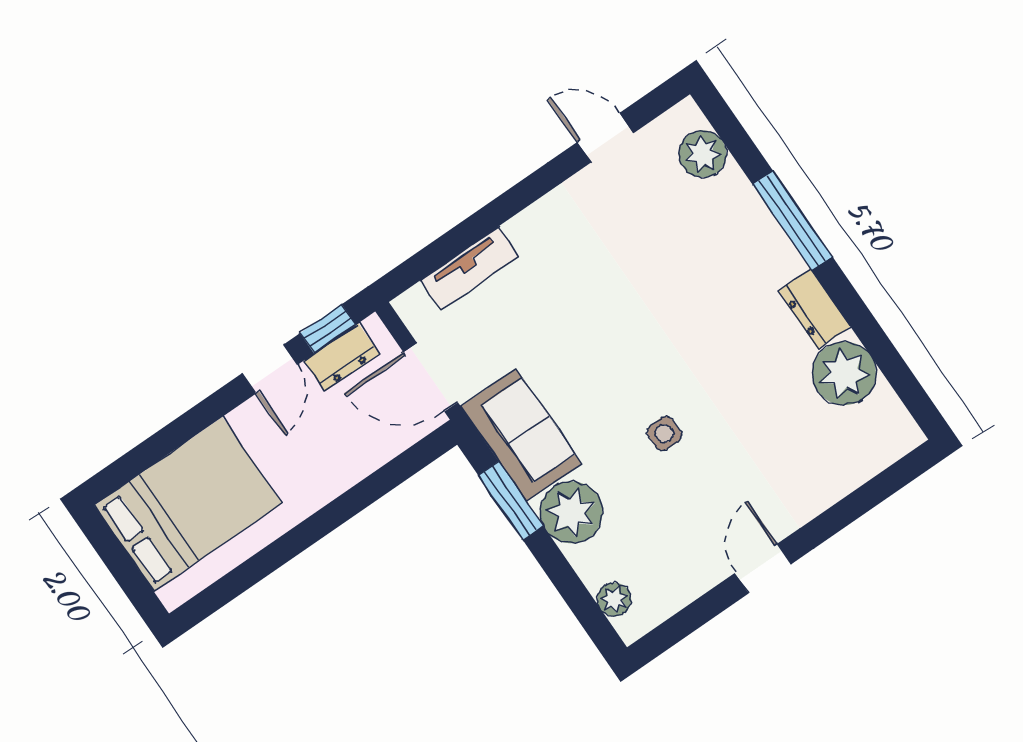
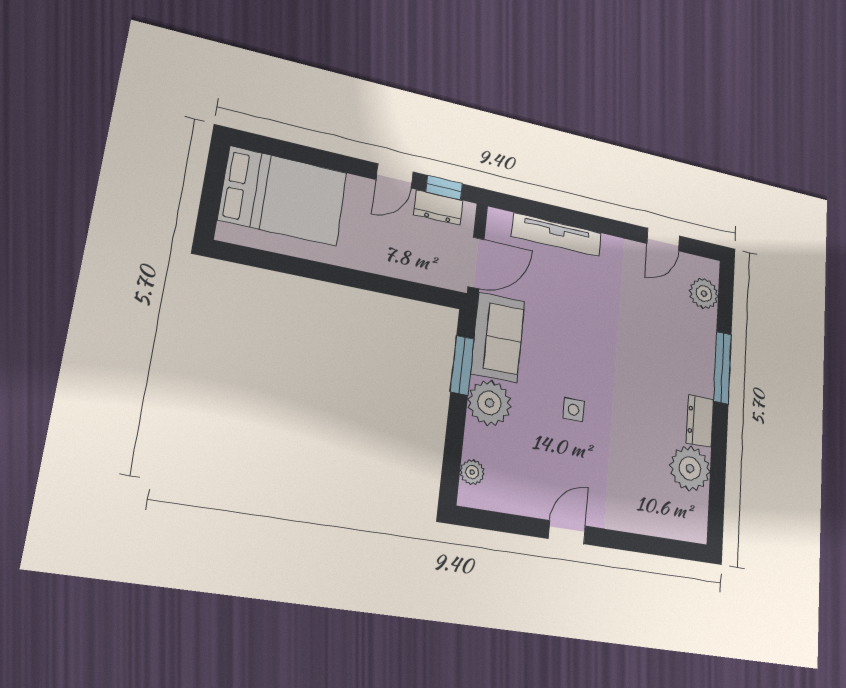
door: (605, 138) -> (663, 240), swing flipped
tv unit: (470, 268) -> (556, 235), width x1.41
door: (431, 377) -> (476, 263), swing flipped

